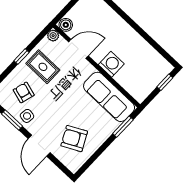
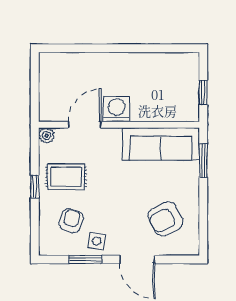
boiler: (66, 25) -> (49, 113), removed
washing machine: (111, 64) -> (117, 109), moved
window: (165, 82) -> (203, 92), moved
armchair: (24, 92) -> (71, 221), turned 93

